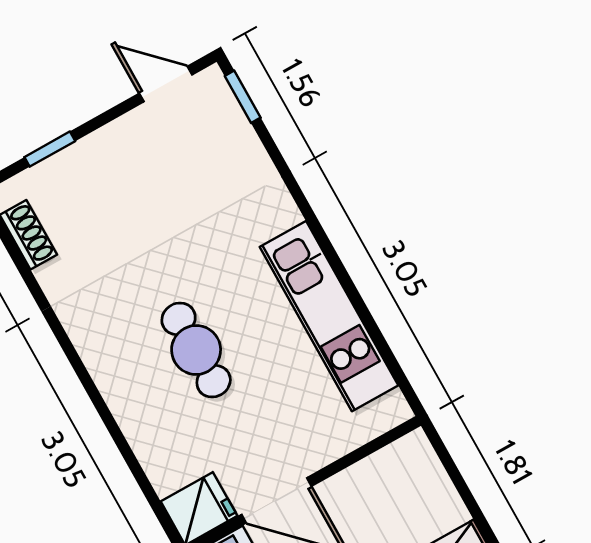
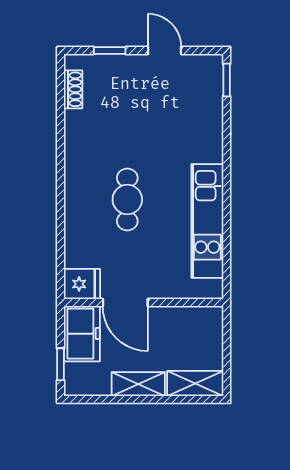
door: (166, 84) -> (165, 51), moved

